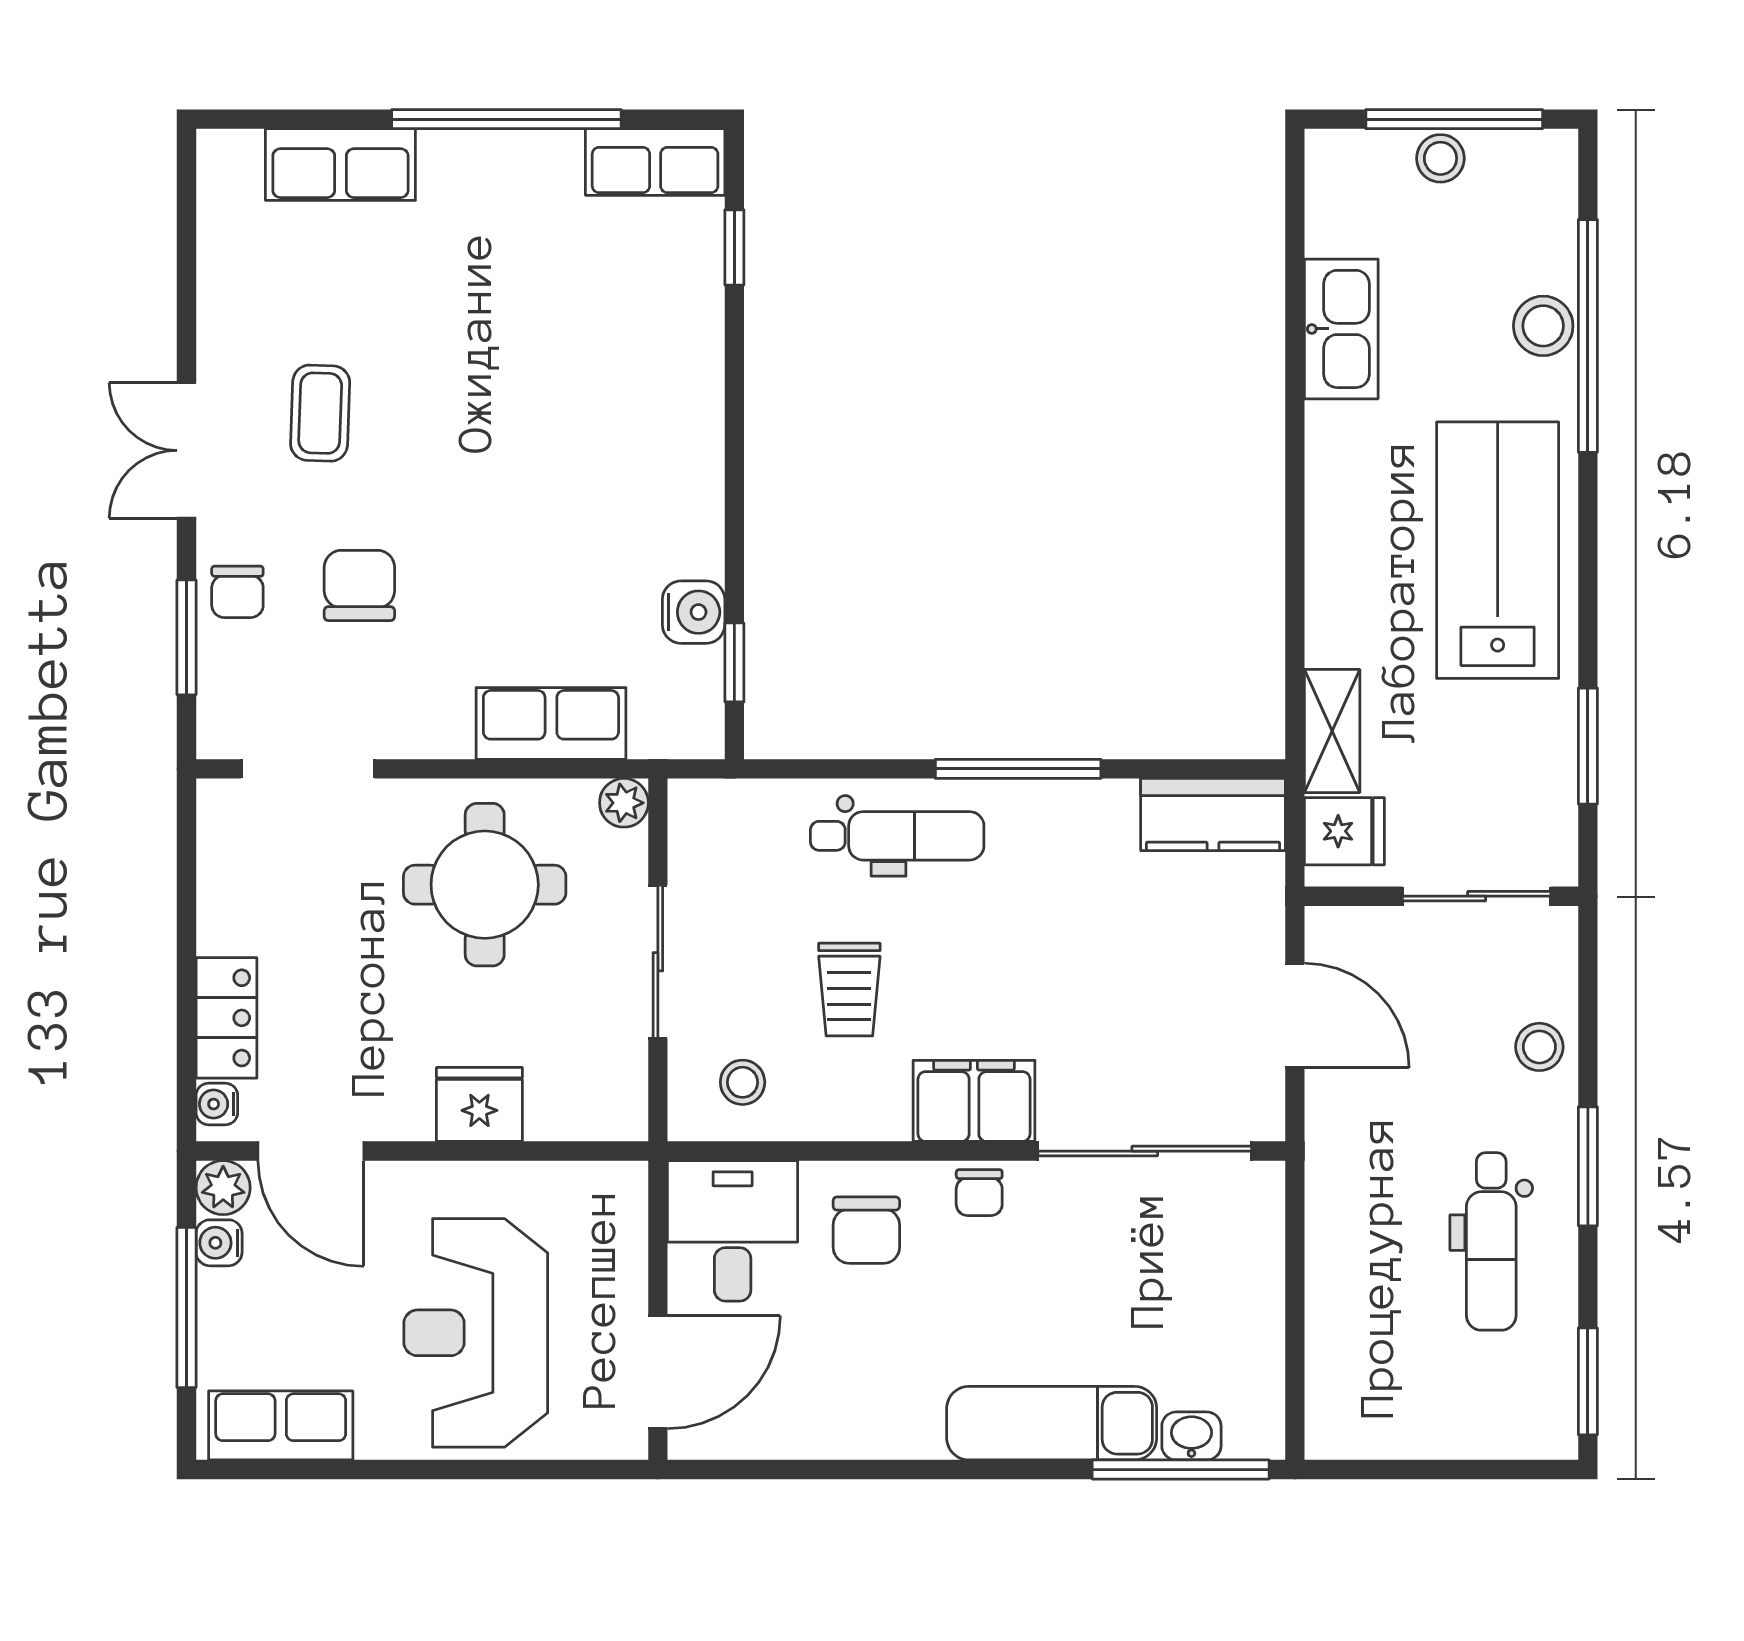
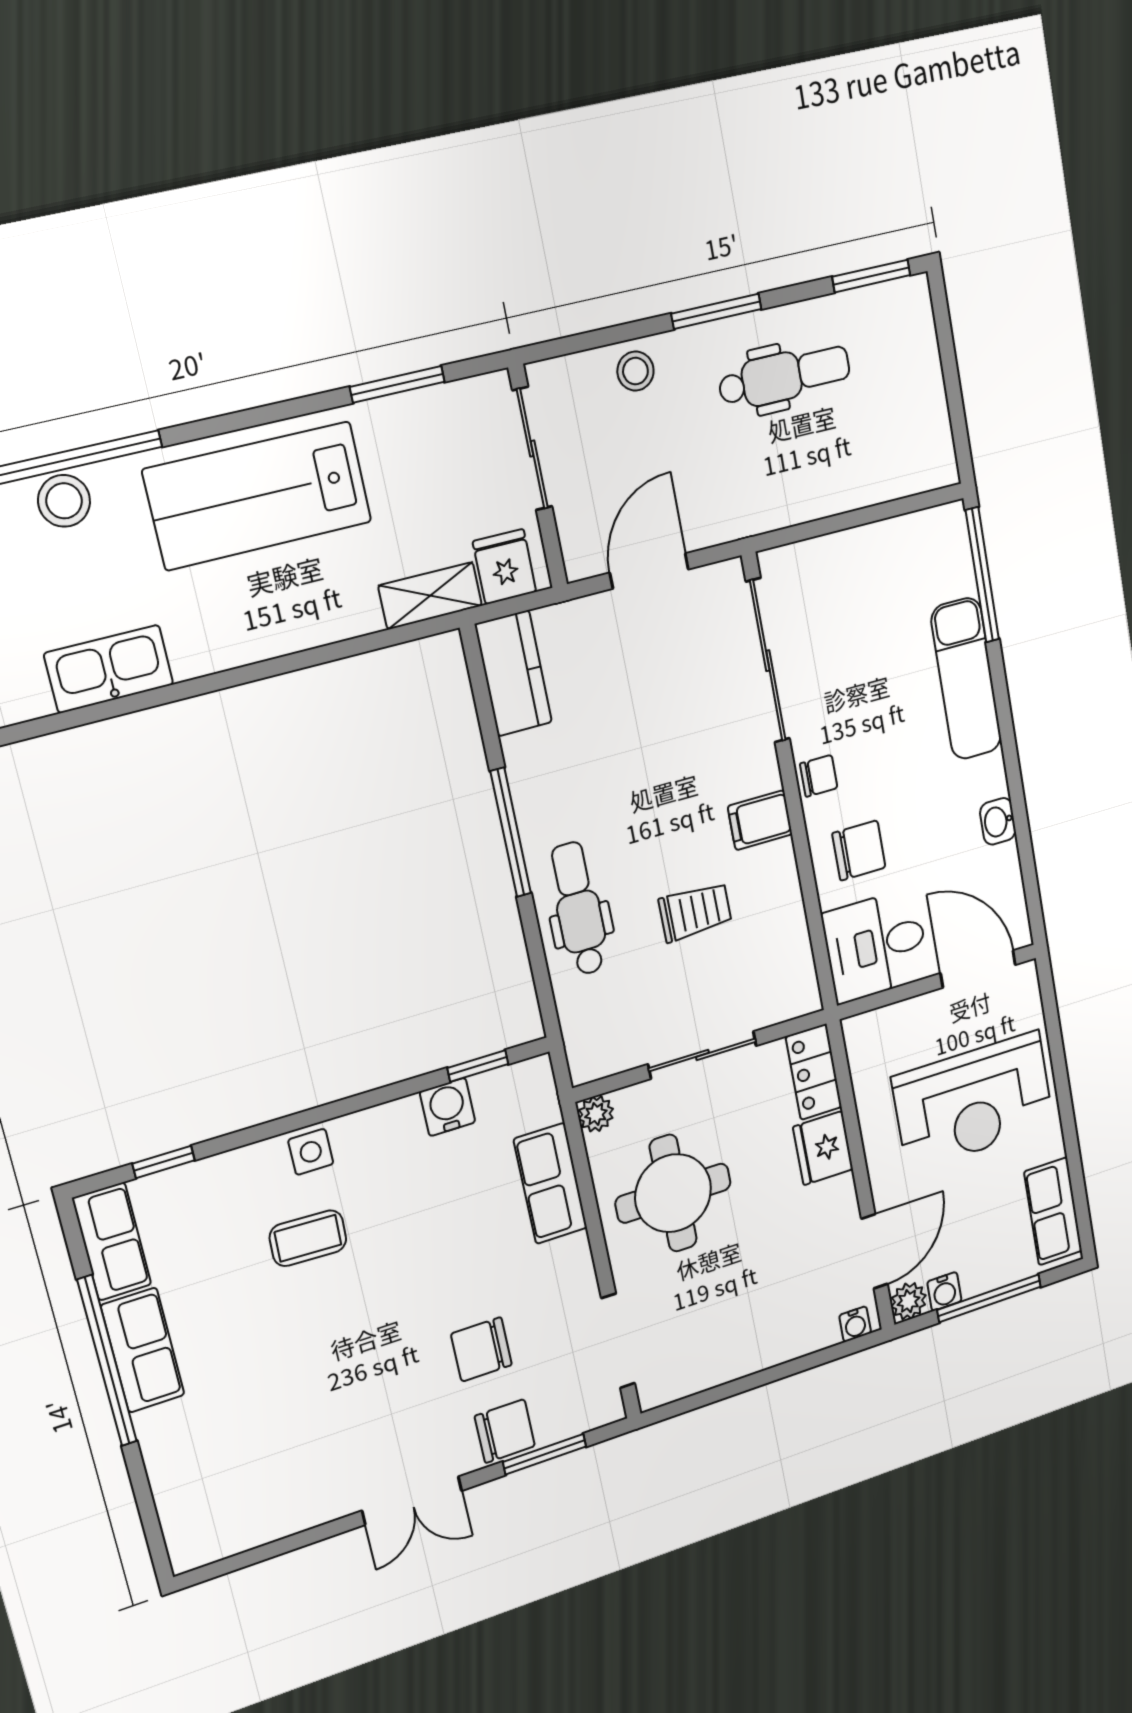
row of seats: (340, 165) -> (143, 1350), moved
coffee table: (320, 413) -> (308, 1238), moved
side table: (690, 428) -> (311, 1152), added
chair: (237, 592) -> (505, 1431), width x1.37, depth x1.37
locker: (226, 1018) -> (814, 1072), moved, turned -90
stool: (743, 1082) -> (774, 969), removed
filing cabinet: (974, 1101) -> (760, 820), width x0.50
washbasin: (1191, 1436) -> (998, 821), moved

